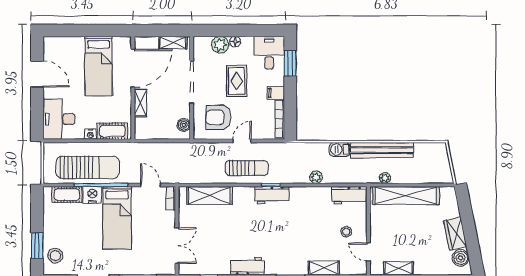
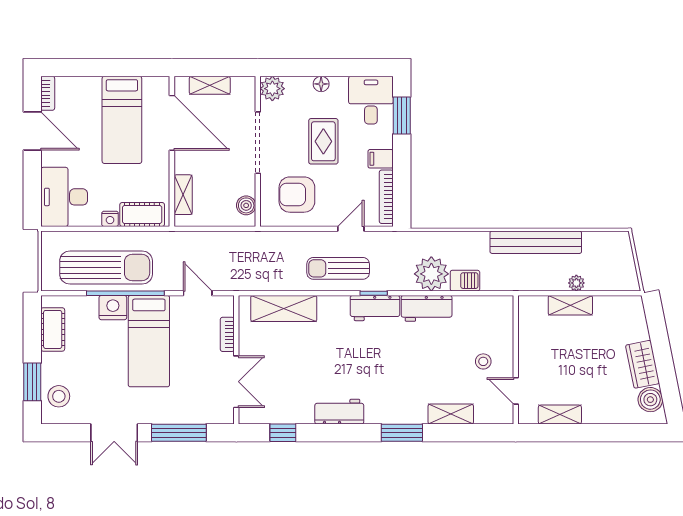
shelving: (173, 43) -> (210, 85), moved
plant: (220, 45) -> (272, 89), moved
bookcase: (48, 48) -> (48, 93), added
door: (133, 68) -> (172, 123), hinge flipped
shelving: (140, 103) -> (183, 195), moved
door: (242, 141) -> (351, 229), moved
barbecue: (340, 149) -> (465, 281), moved, turned 180
sun lounger: (247, 168) -> (338, 268), turned 180
plant: (316, 177) -> (431, 274), width x1.88, depth x1.88
plant: (385, 178) -> (576, 283), moved
cot: (67, 195) -> (53, 329), moved, turned 90
workbench: (349, 195) -> (427, 308), moved
shelving: (406, 196) -> (570, 305), width x0.45, depth x0.75
bookcase: (171, 198) -> (227, 334), moved

